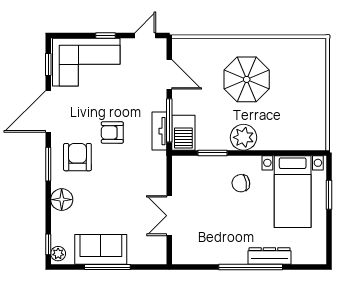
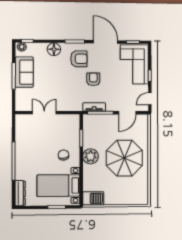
door: (145, 35) -> (150, 99), swing flipped
parasol: (247, 79) -> (124, 158), width x1.36, depth x1.36
barbecue: (183, 133) -> (93, 198), moved, turned 180
dresser: (269, 256) -> (20, 193), moved

